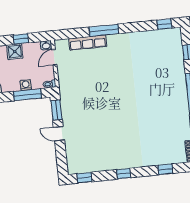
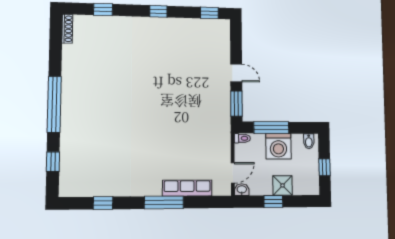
window: (164, 24) -> (103, 203), moved
washing machine: (26, 85) -> (278, 146), width x1.89, depth x1.89

